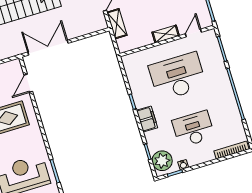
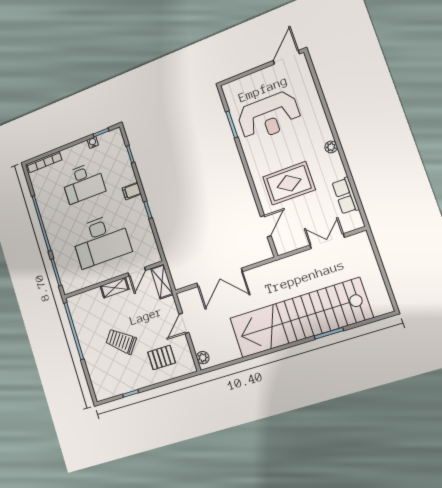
shelving: (117, 24) -> (162, 282), moved
door: (193, 33) -> (137, 272), moved
double door: (48, 48) -> (219, 277), moved
filing cabinet: (147, 119) -> (132, 191), width x0.50
plant: (162, 161) -> (115, 145), removed

